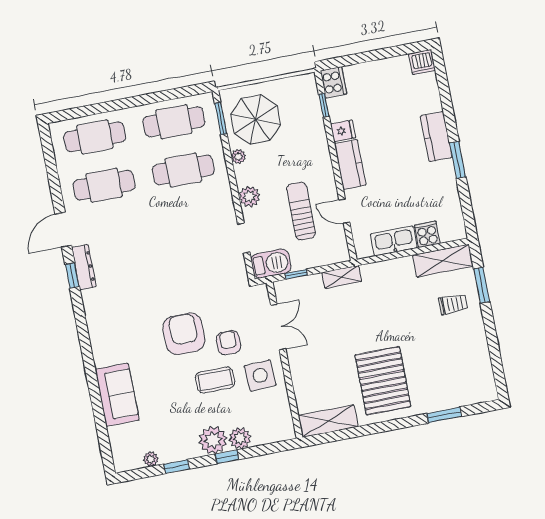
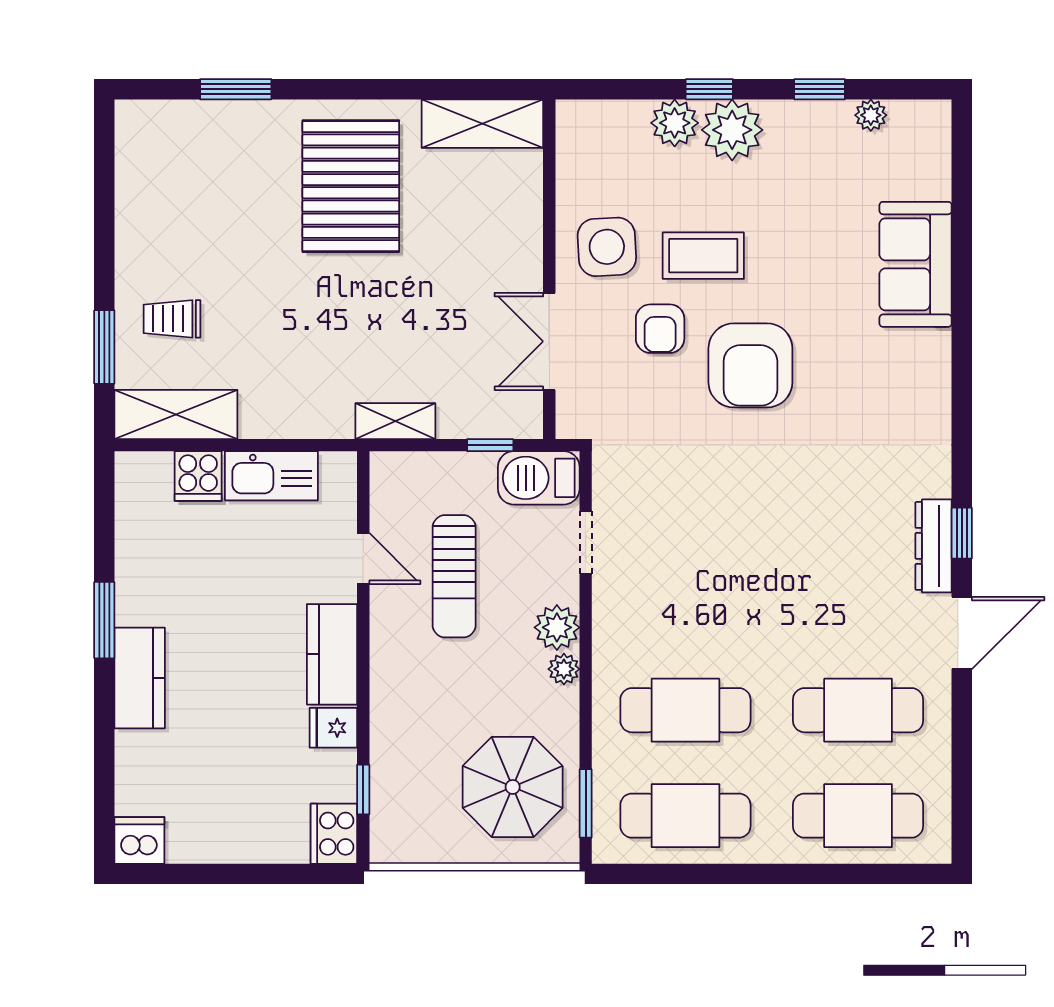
plant: (238, 157) -> (564, 669), moved

